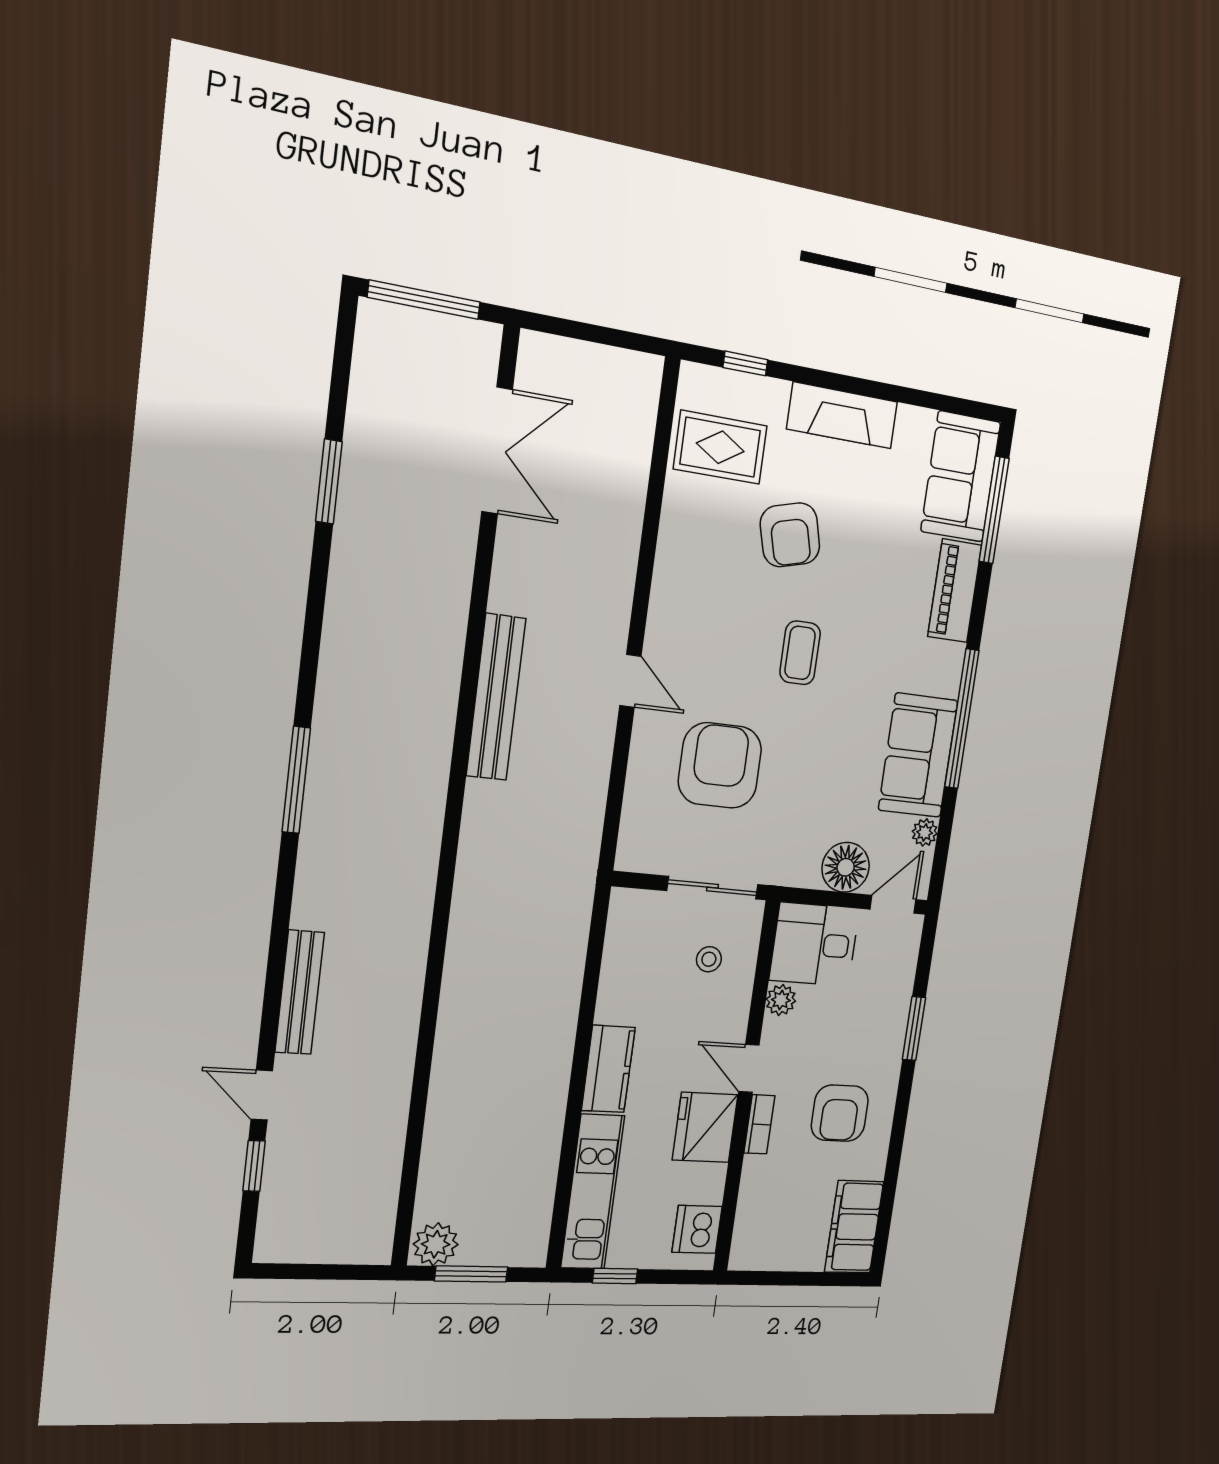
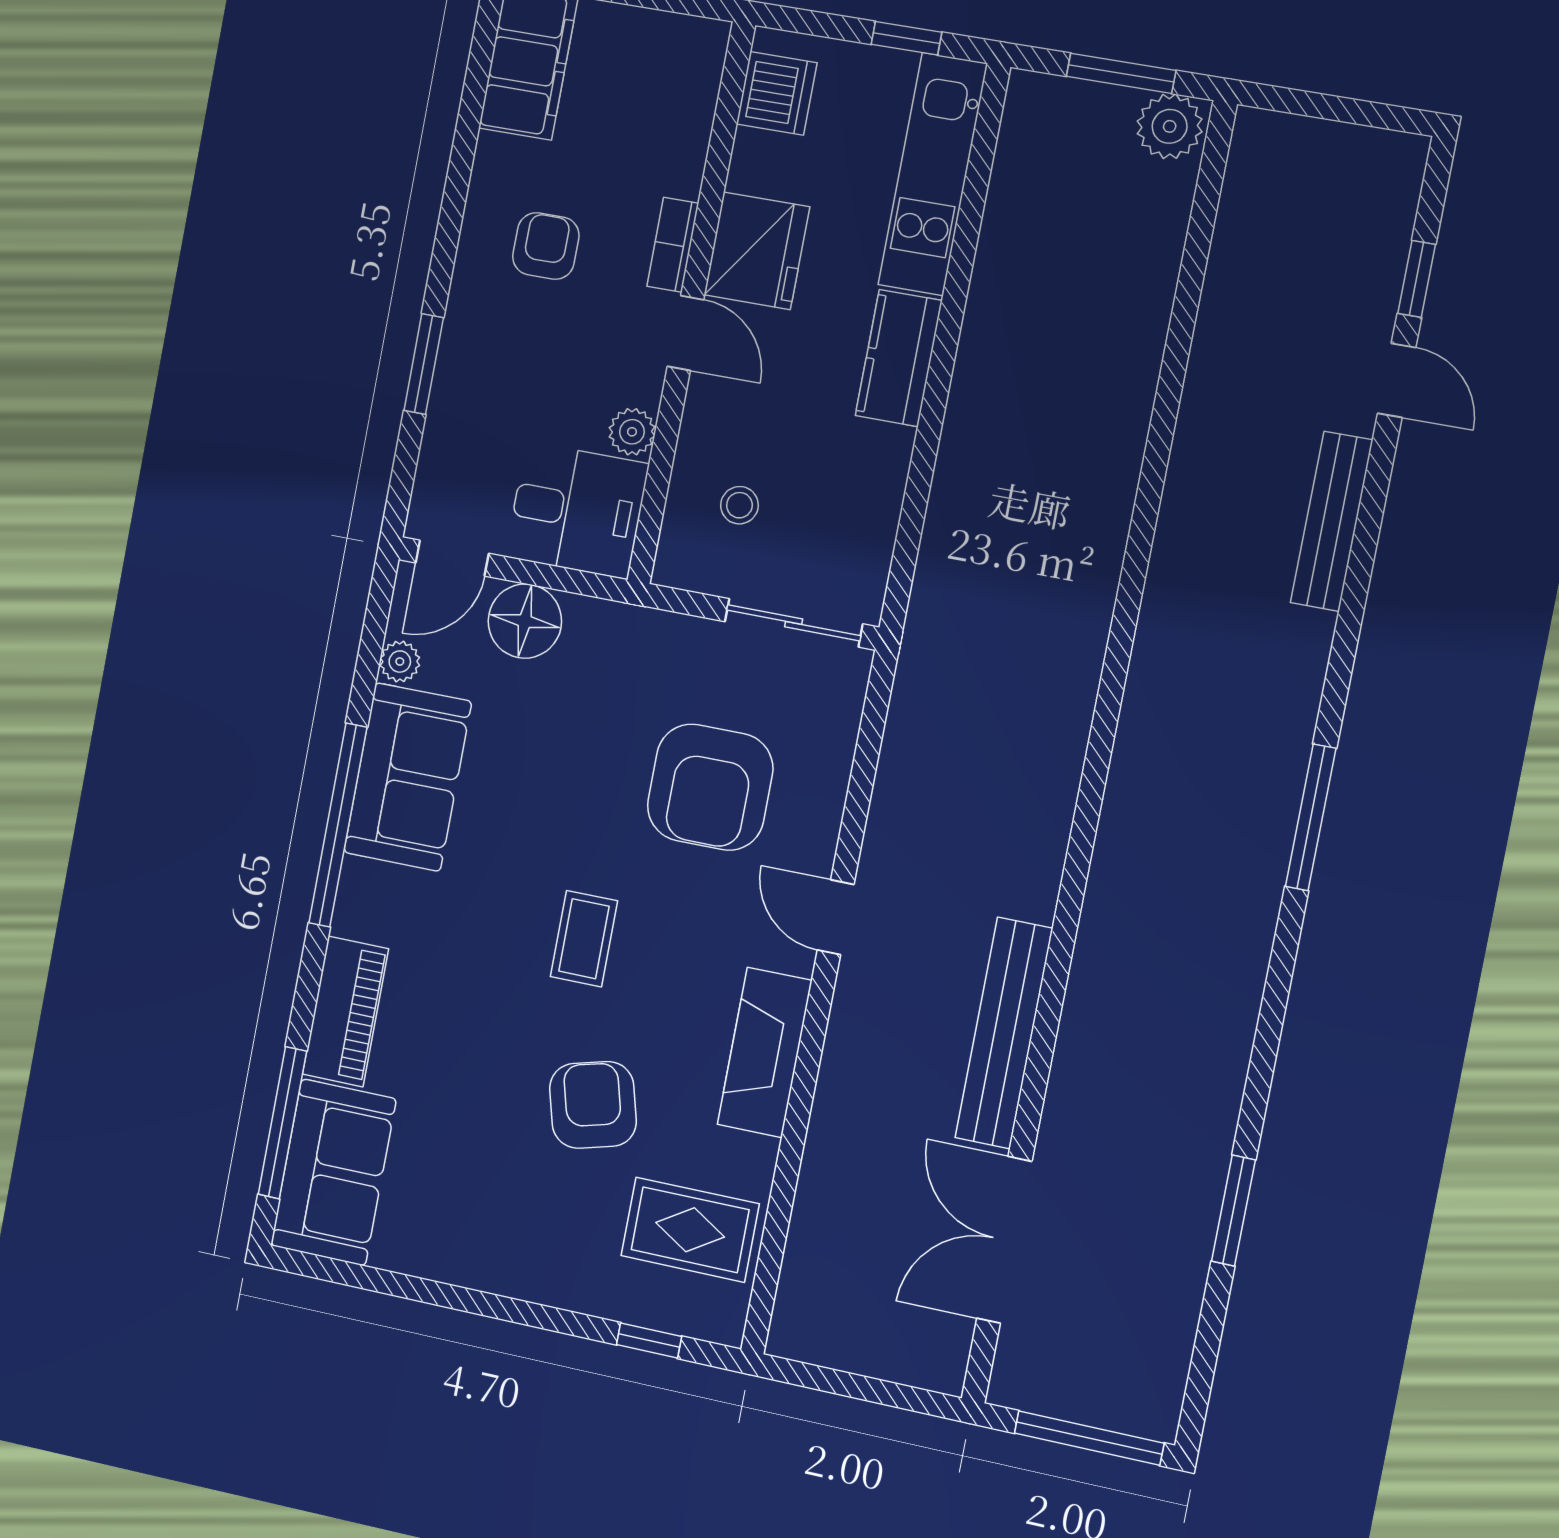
fireplace: (842, 415) -> (765, 1052), moved, turned -90
bench: (496, 697) -> (1004, 1033), moved
sliding door: (713, 888) -> (794, 623), moved
armchair: (840, 1113) -> (546, 246), width x0.72, depth x0.72

